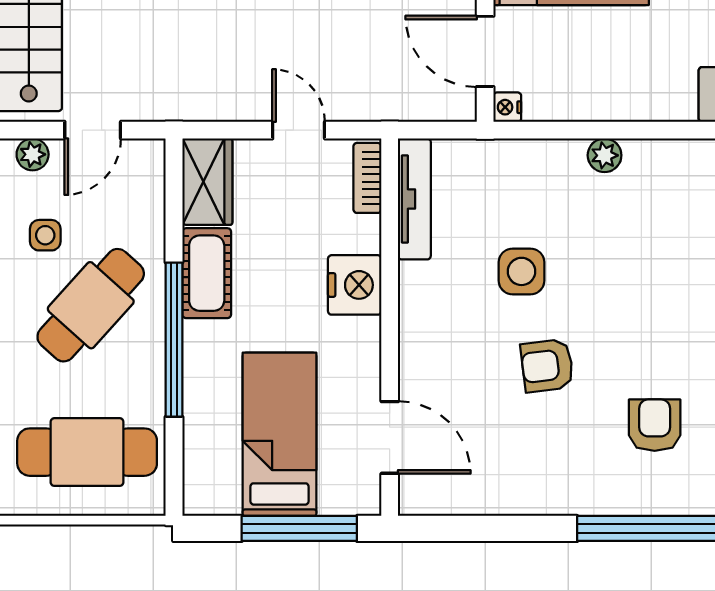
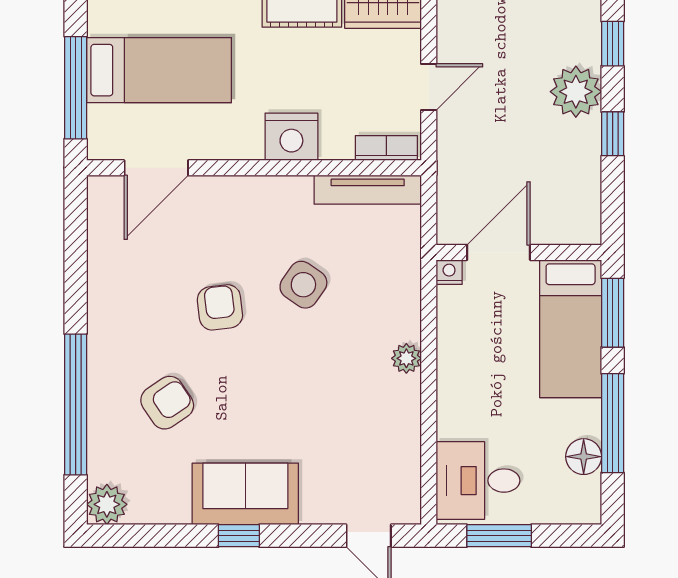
side table: (522, 271) -> (303, 285), turned 35
armchair: (655, 425) -> (167, 403), turned -34

